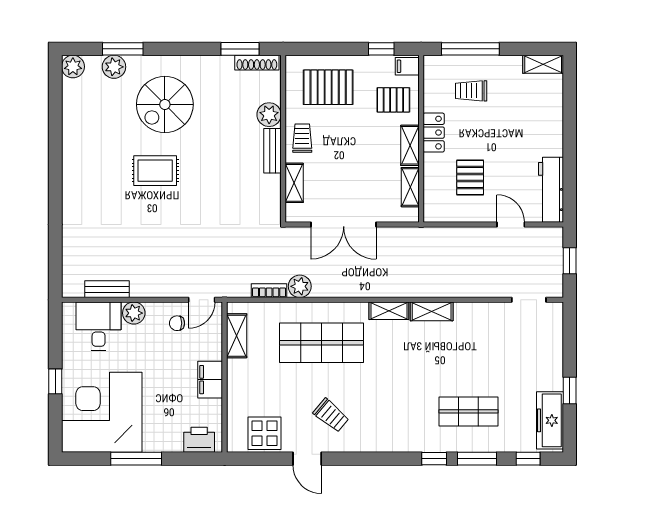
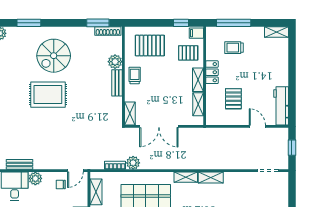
plant: (114, 67) -> (24, 33), removed
rug: (155, 171) -> (48, 95), width x1.36, depth x1.43
shelving: (294, 183) -> (130, 113), moved

